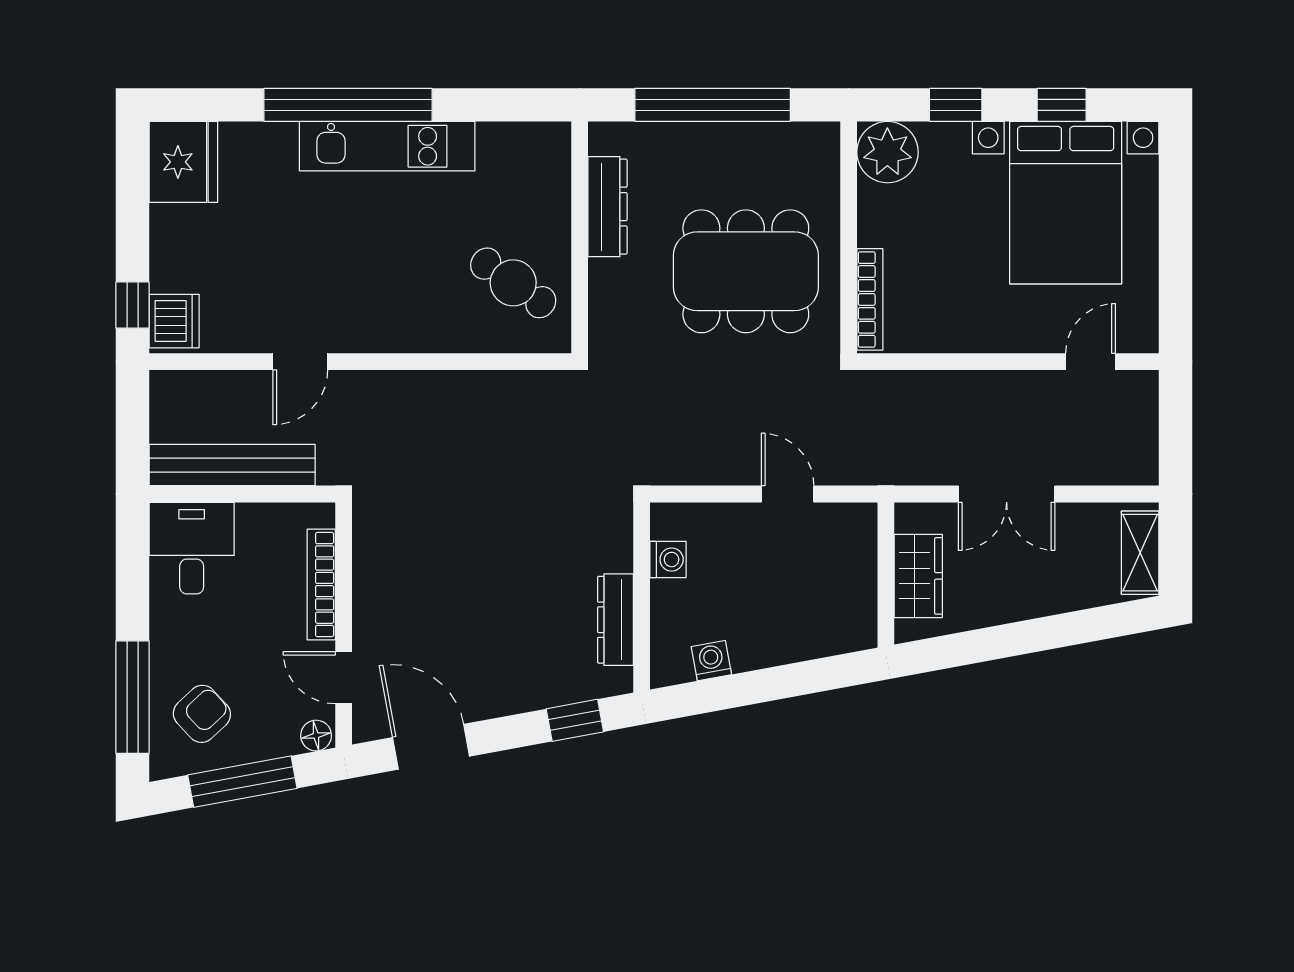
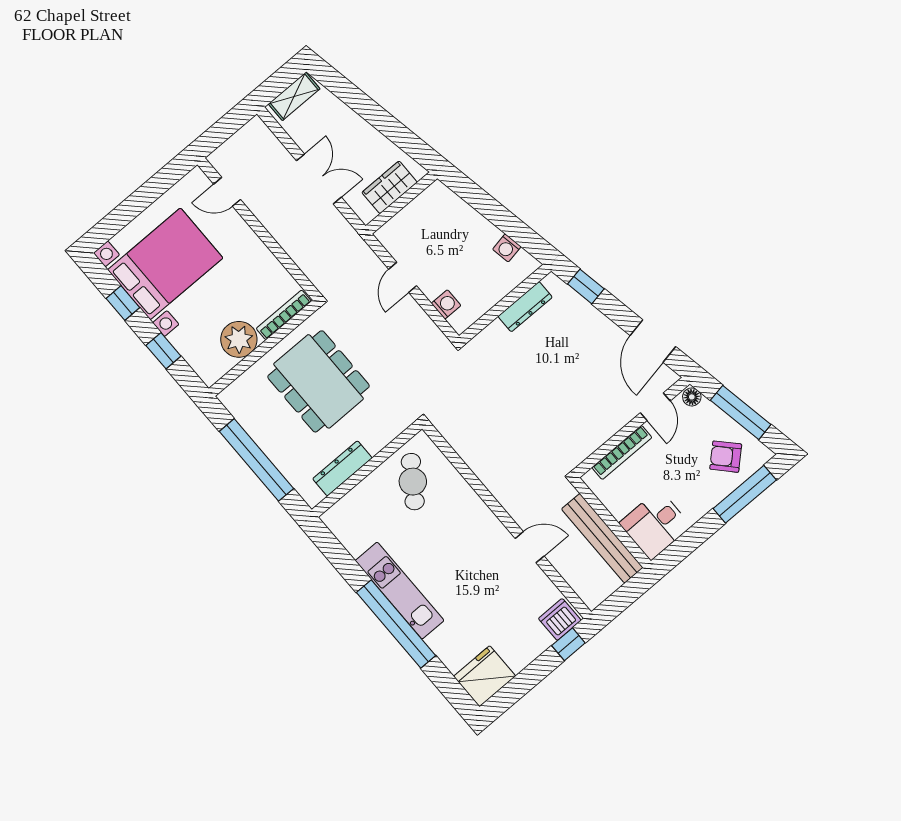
plant: (887, 152) -> (239, 339), moved
washing machine: (668, 560) -> (446, 304), moved, turned 90

